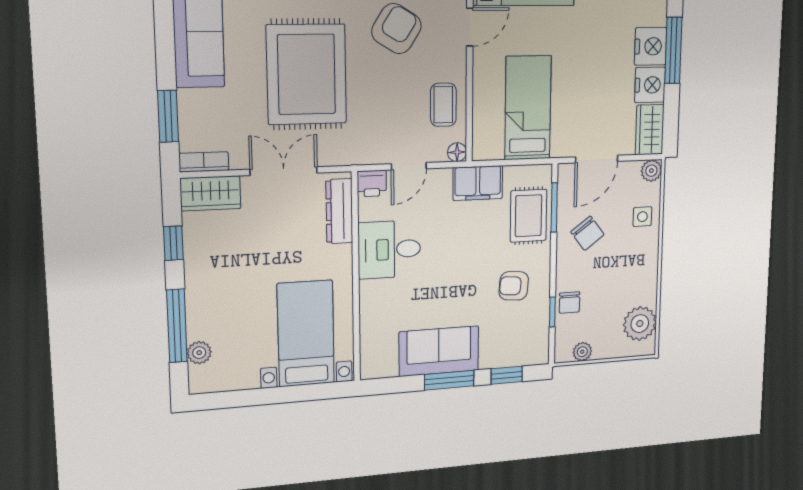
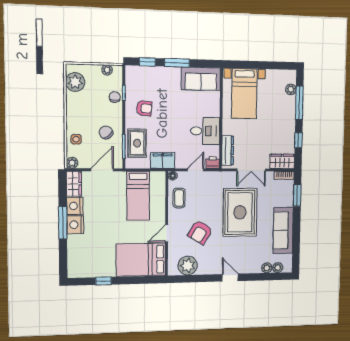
sofa: (439, 351) -> (201, 79), moved

